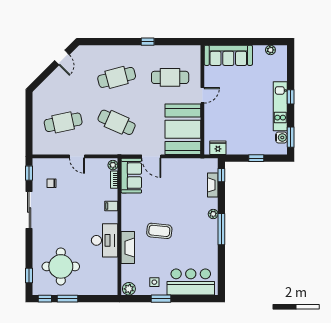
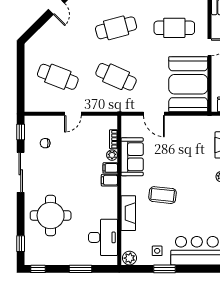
cafe table: (63, 122) -> (58, 77), turned 33
door: (77, 156) -> (73, 114), hinge flipped
plant: (113, 165) -> (112, 155), moved
sofa: (131, 176) -> (132, 157), moved
filing cabinet: (110, 217) -> (109, 180), added
desk: (105, 240) -> (103, 237), moved
round table: (61, 266) -> (51, 215), moved
window: (68, 299) -> (81, 269), moved

